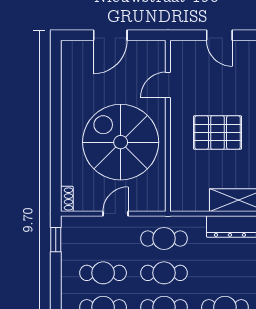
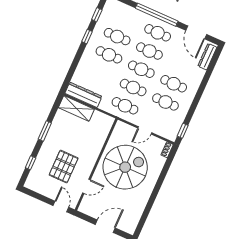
door: (219, 35) -> (61, 206), moved
pallet: (218, 133) -> (64, 167), moved, turned 90
spiral stairs: (121, 142) -> (125, 167), turned -90

